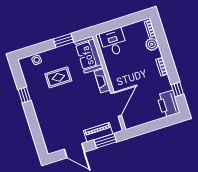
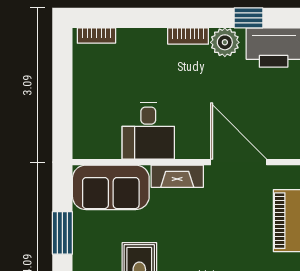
desk: (114, 42) -> (148, 131), moved, turned -90
plant: (152, 44) -> (225, 42), moved

